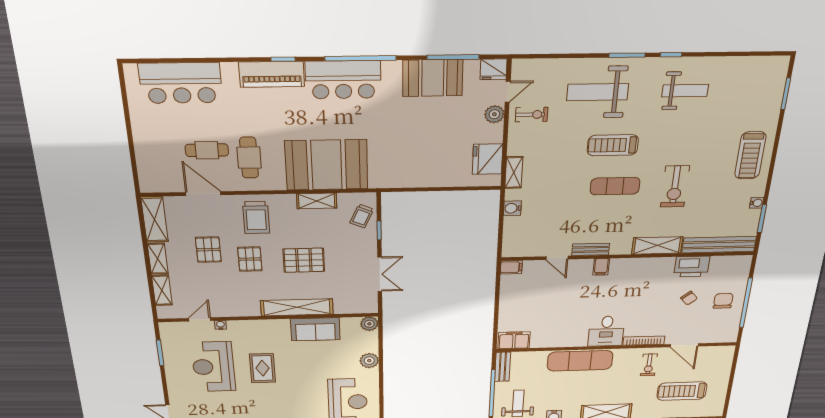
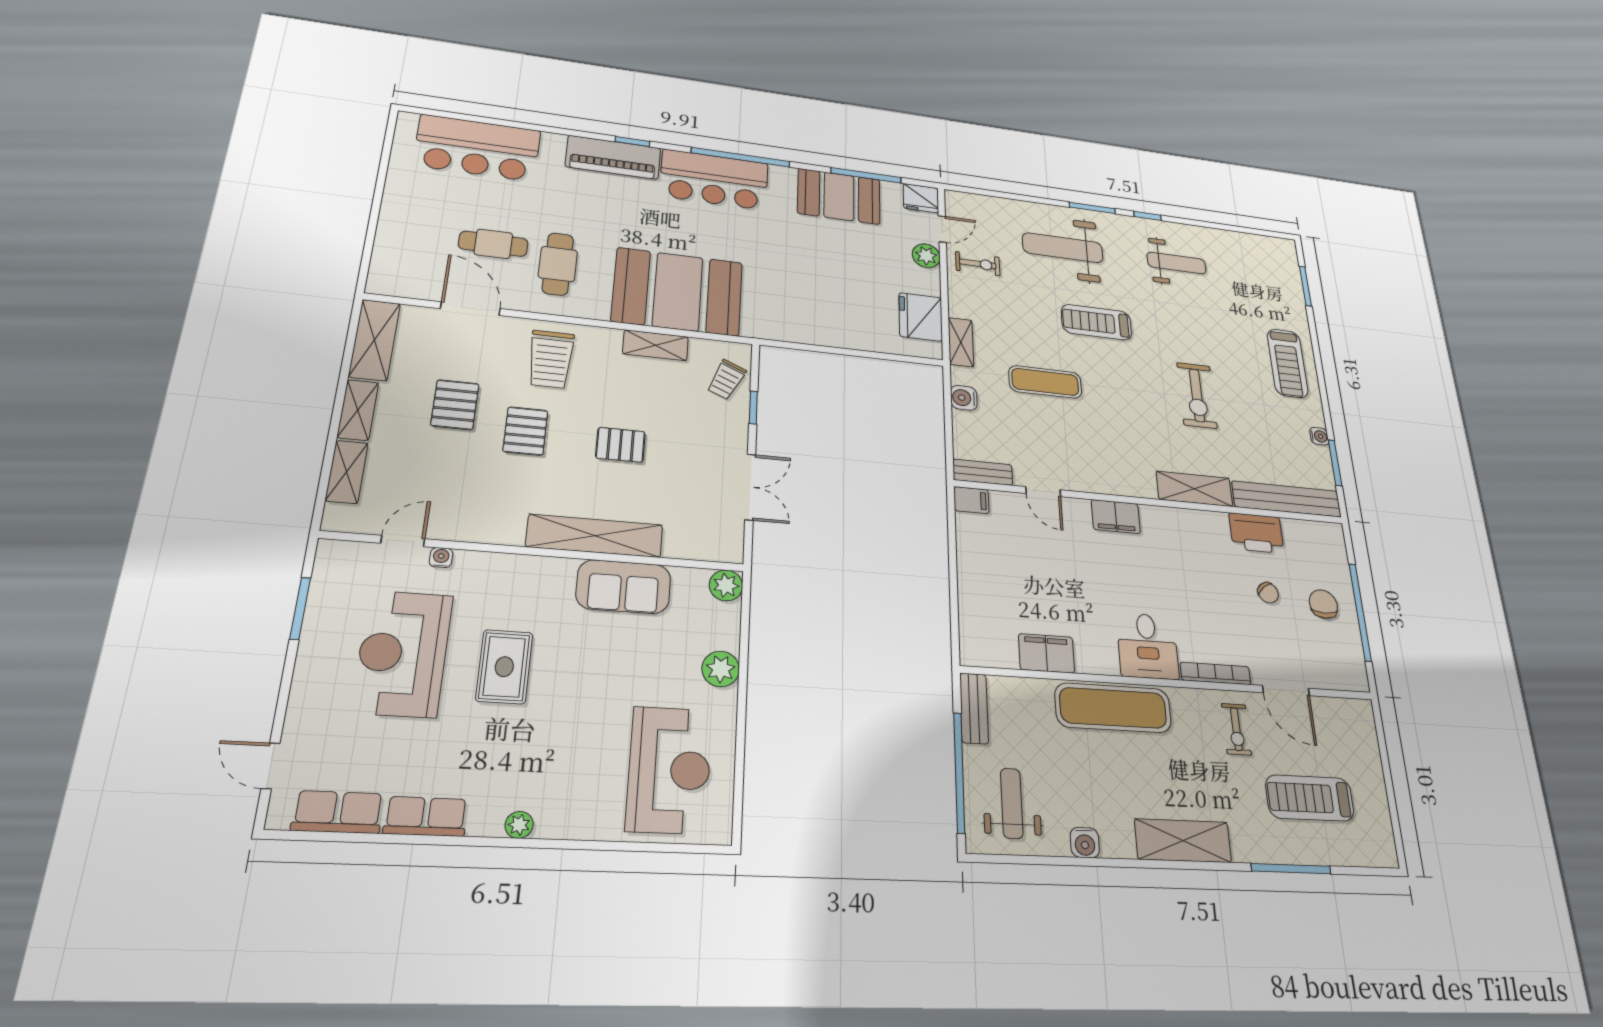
exercise mat: (615, 186) -> (1045, 382), moved
bench: (591, 249) -> (983, 472), moved
pallet: (304, 260) -> (620, 445), width x0.67, depth x0.71
filing cabinet: (601, 267) -> (1116, 517), width x2.00
filing cabinet: (514, 340) -> (1047, 653), moved

